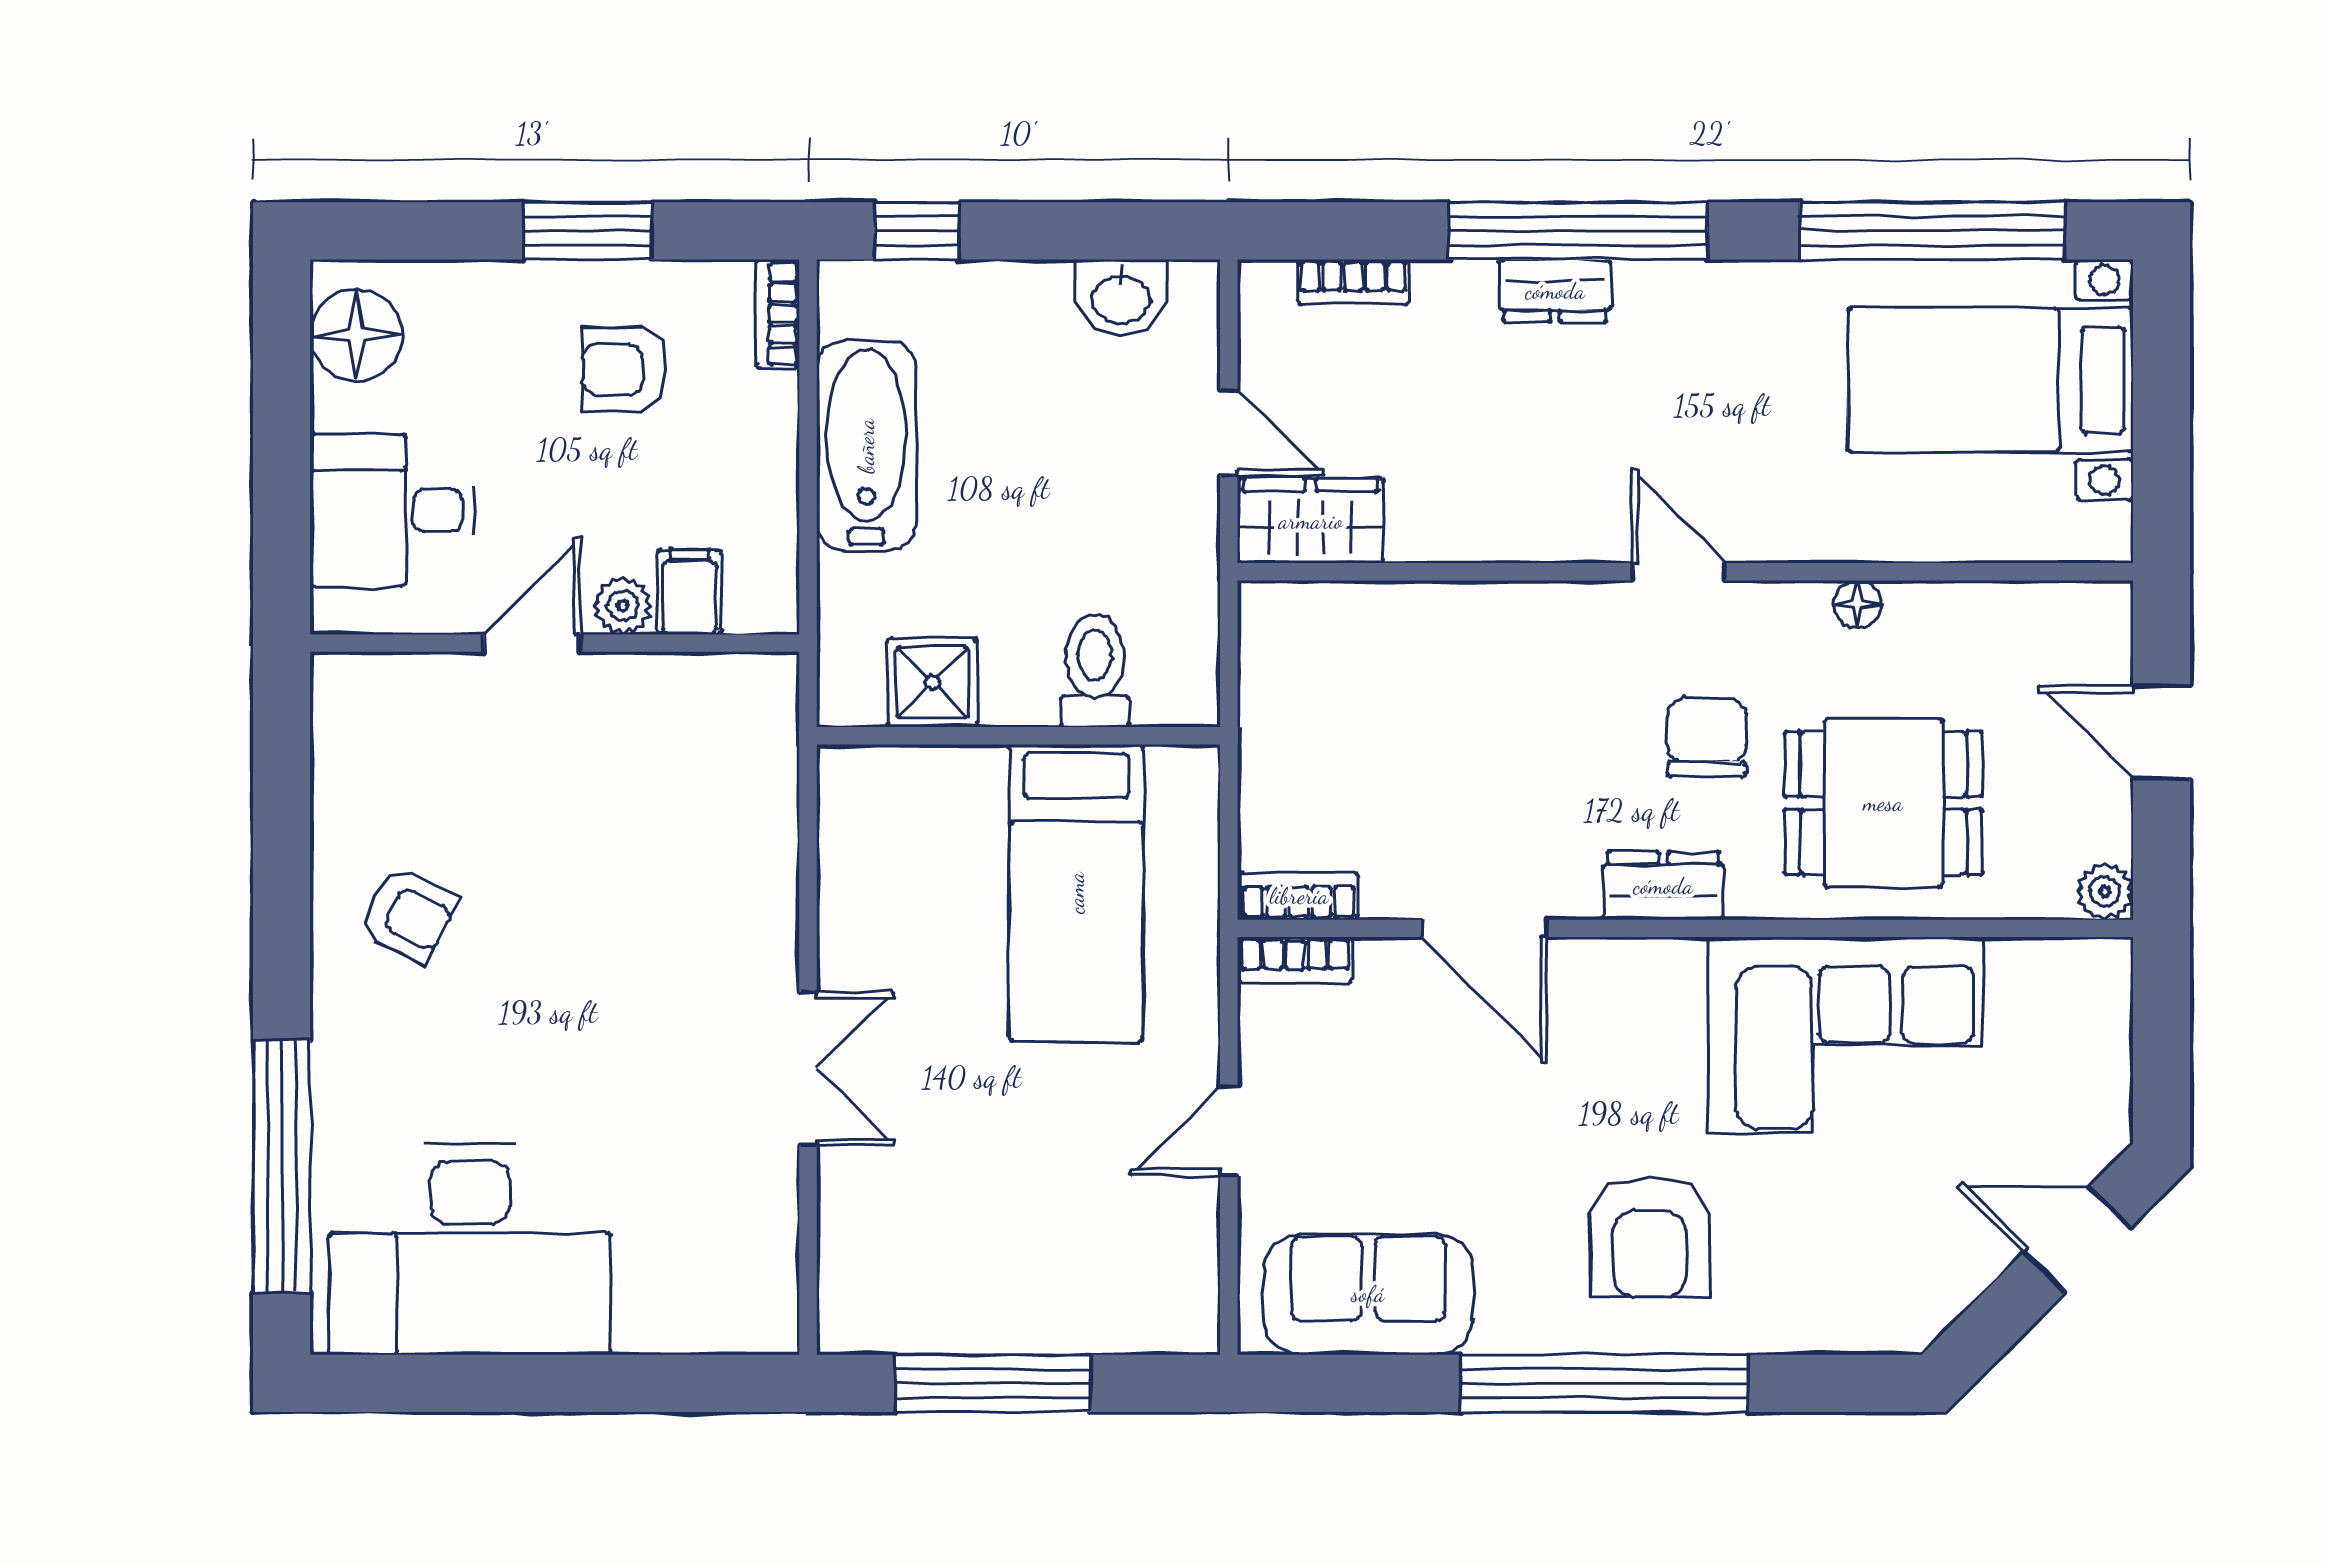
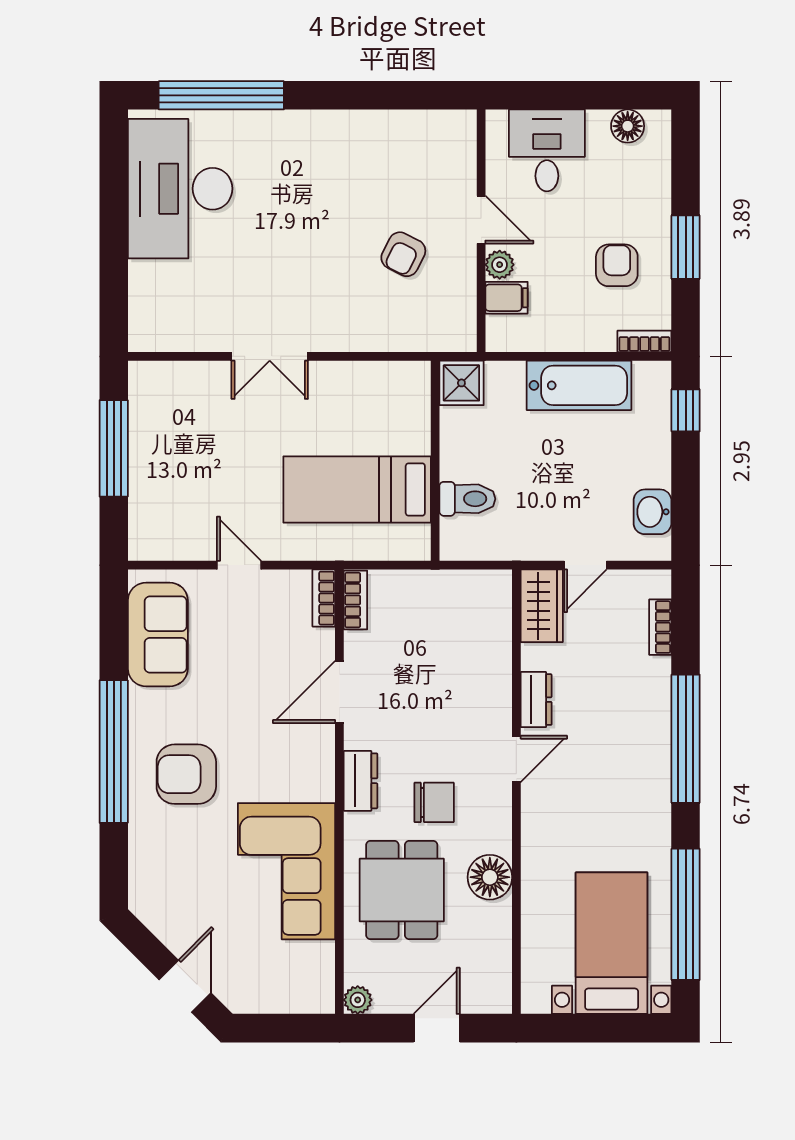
dresser: (1555, 291) -> (536, 700), moved, turned 180
floor lamp: (356, 335) -> (628, 126), width x0.73, depth x0.73
door: (1678, 572) -> (516, 759), moved
floor lamp: (1858, 604) -> (490, 877), width x1.89, depth x1.89
shower: (932, 682) -> (461, 383), moved
armchair: (408, 915) -> (403, 254), moved

